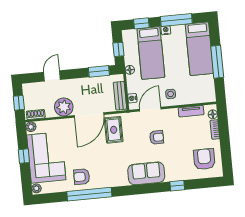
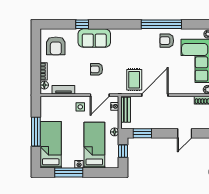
window: (141, 23) -> (100, 172), removed
plant: (64, 107) -> (177, 104), removed
sofa: (146, 173) -> (94, 38), moved
armchair: (82, 177) -> (167, 41), turned 180

